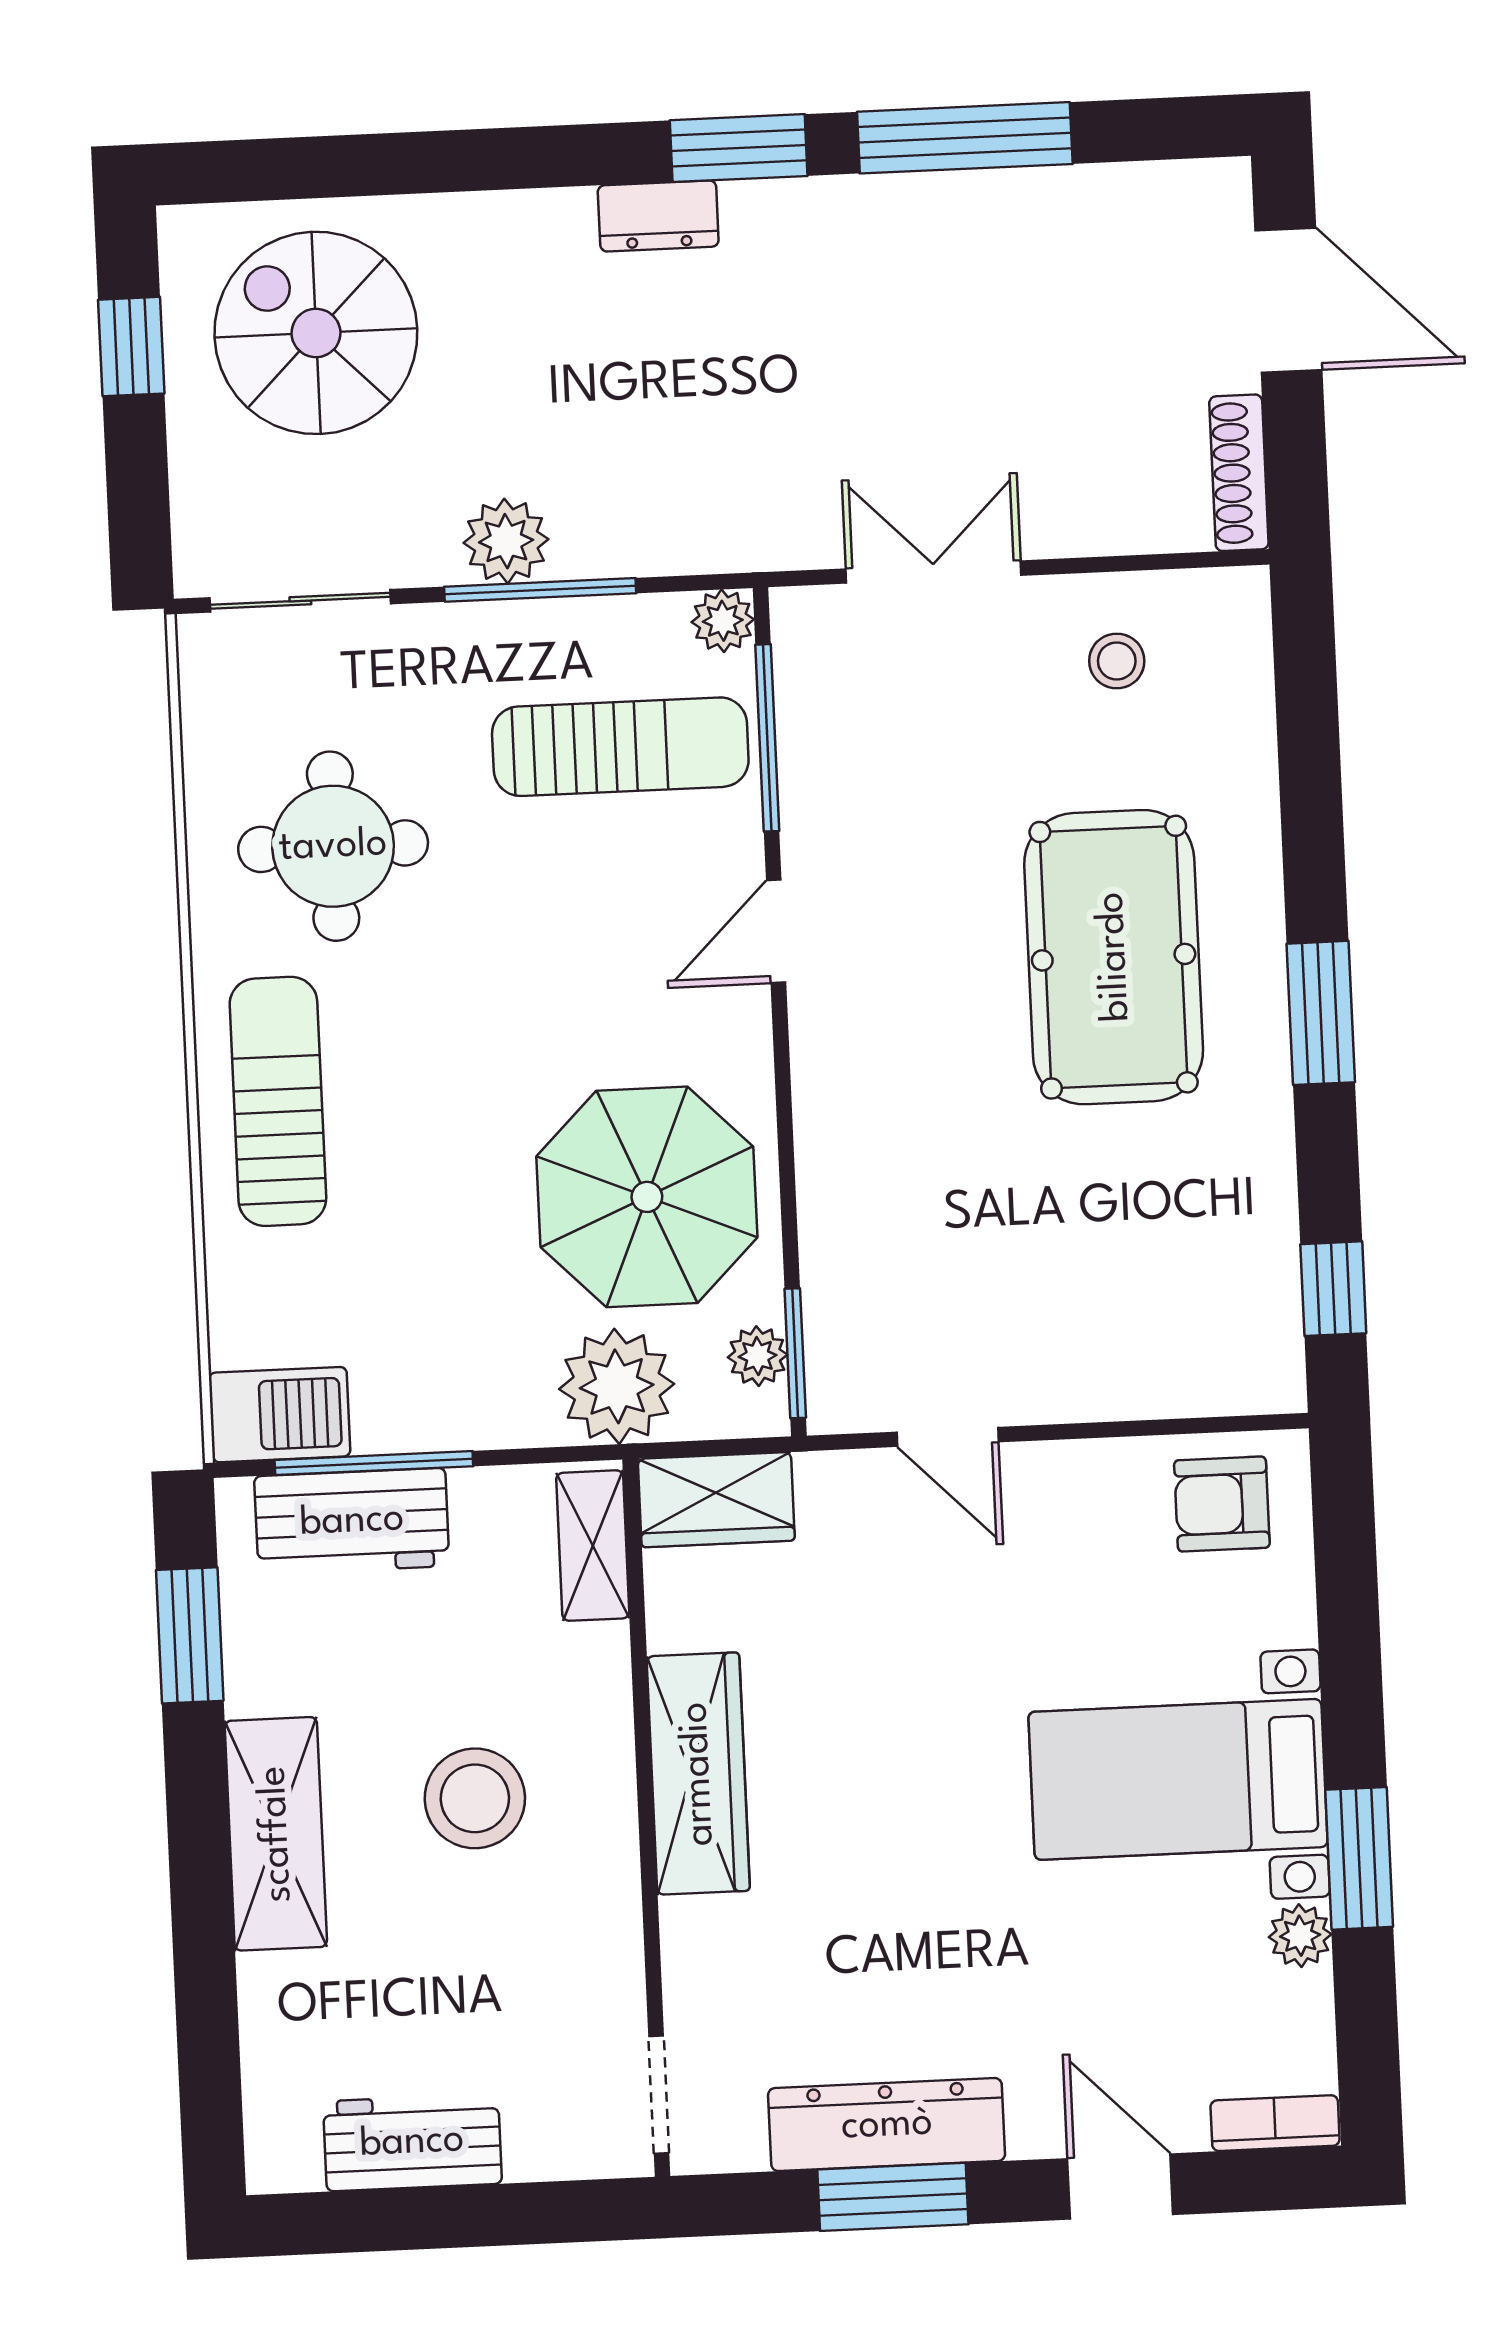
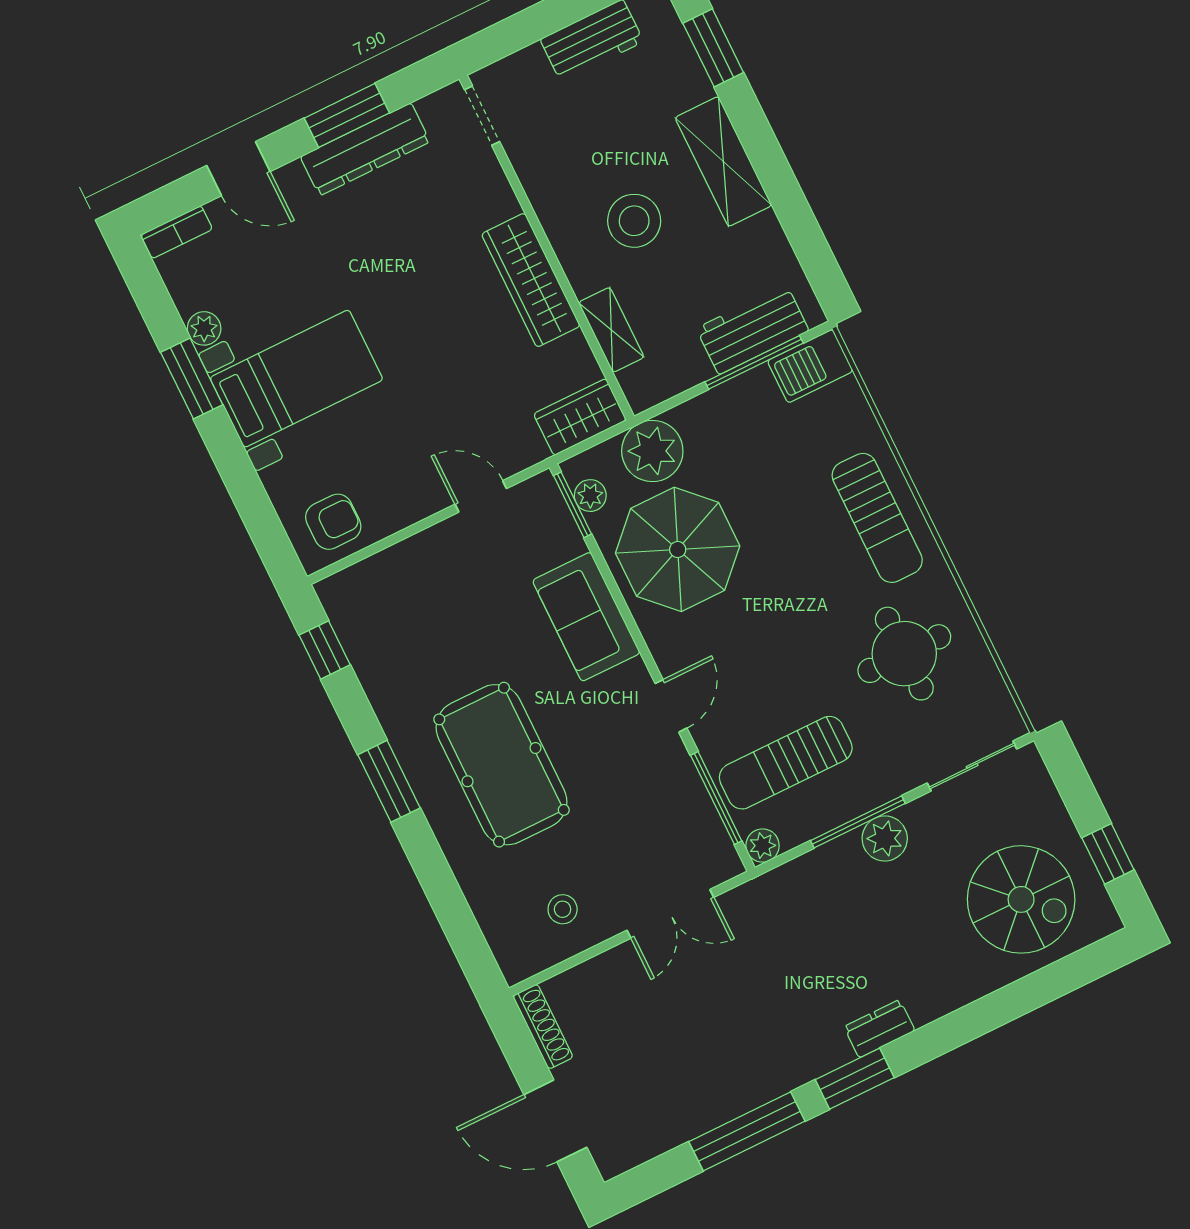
sofa: (856, 1149) -> (586, 617), added
shelving: (593, 1546) -> (611, 330), moved
window: (190, 1635) -> (713, 48), moved

